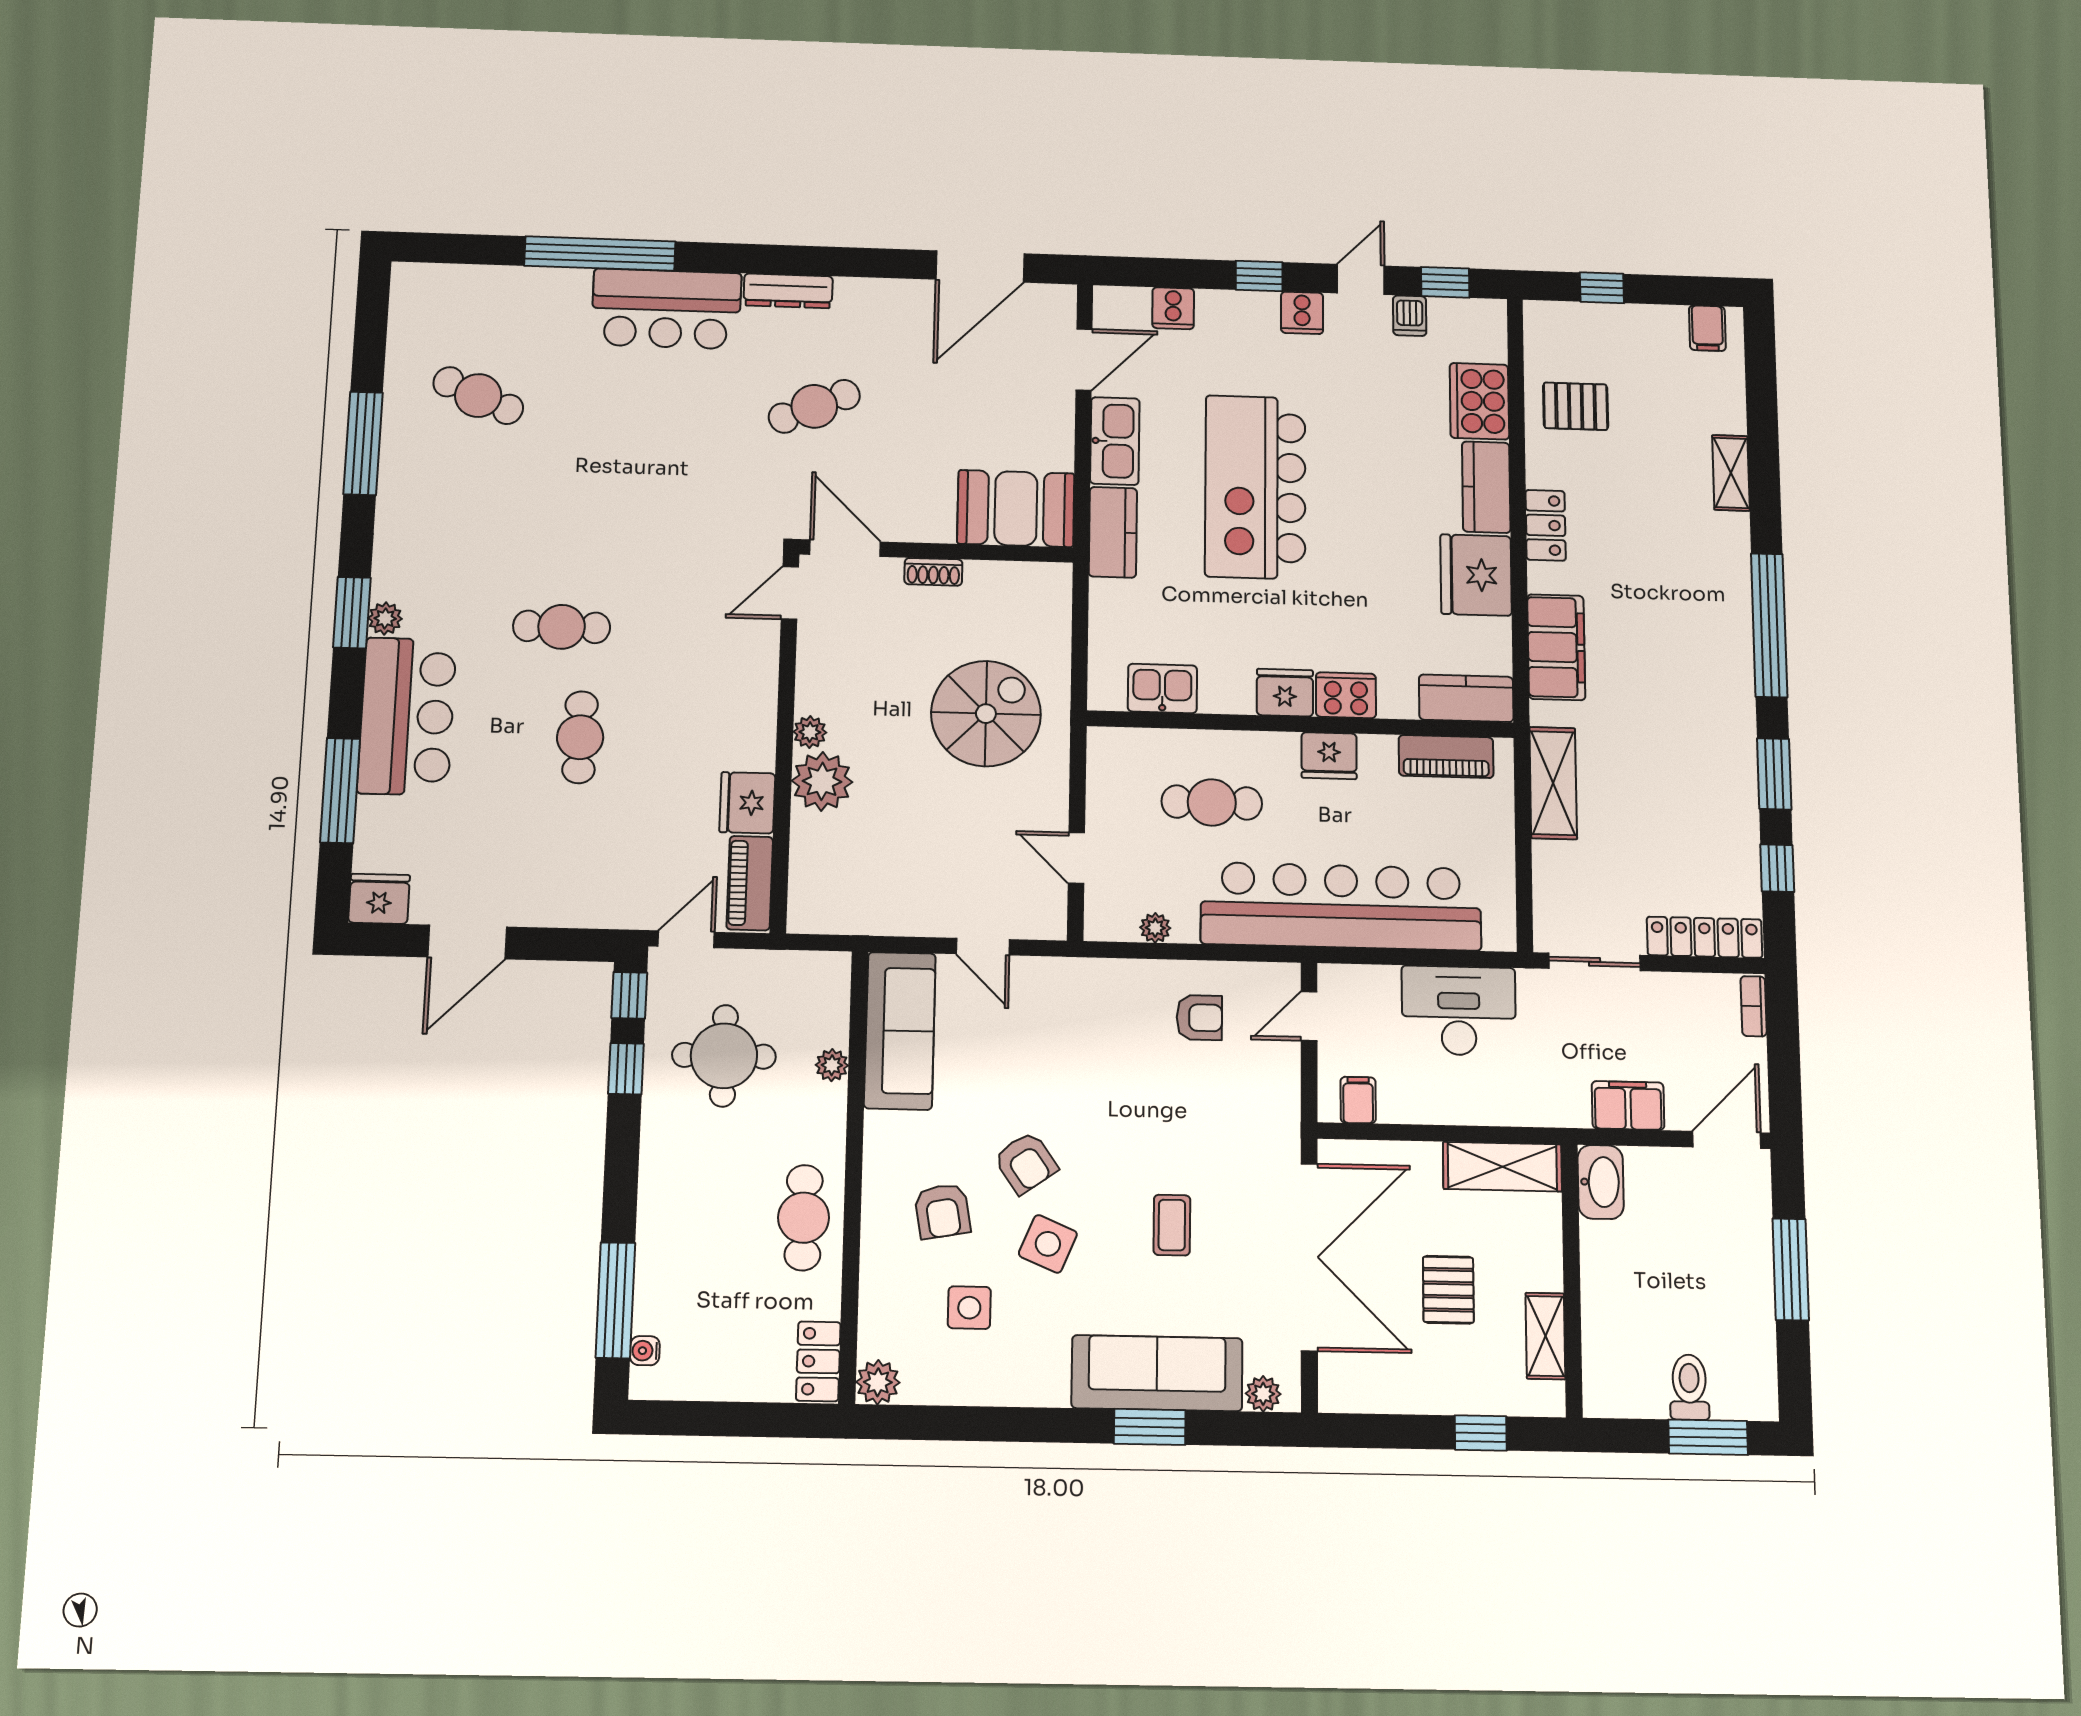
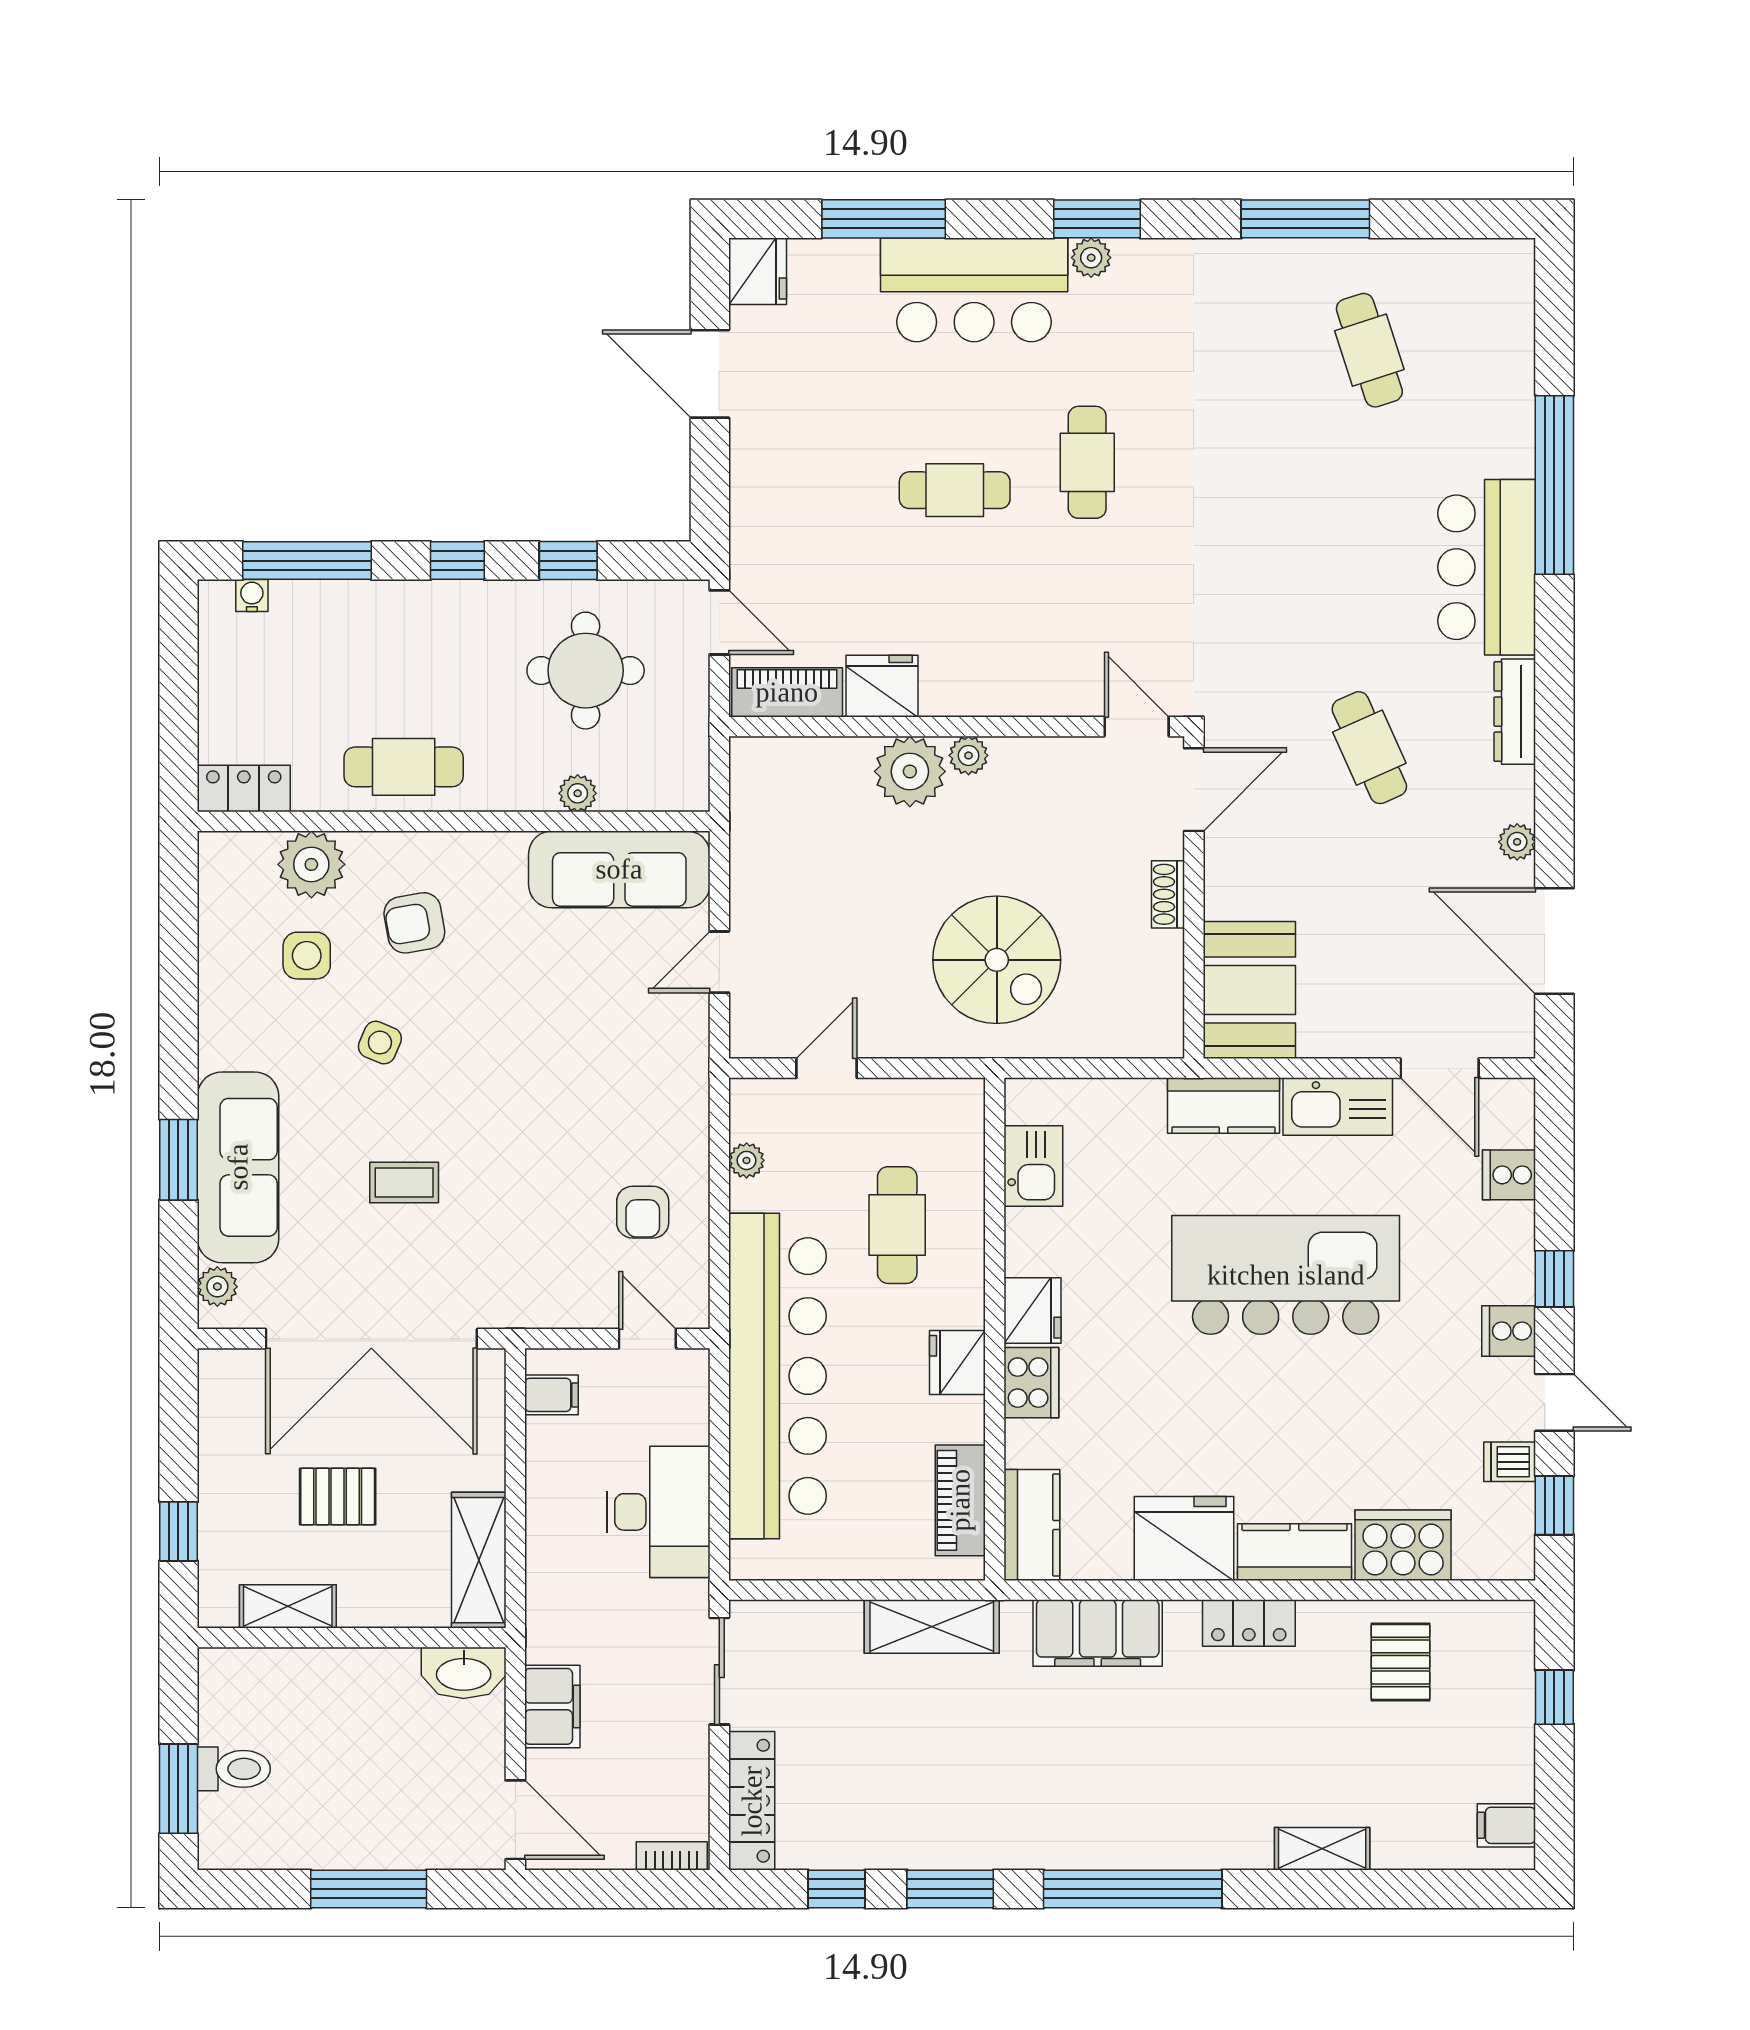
plant: (897, 293) -> (1517, 842), added
cafe table: (478, 396) -> (1369, 350), turned -42
window: (629, 995) -> (457, 561), moved
armchair: (1026, 1163) -> (471, 1016), removed
side table: (1048, 1244) -> (380, 1043), width x0.73, depth x0.73
plant: (878, 1382) -> (311, 864), moved, width x1.36, depth x1.36

